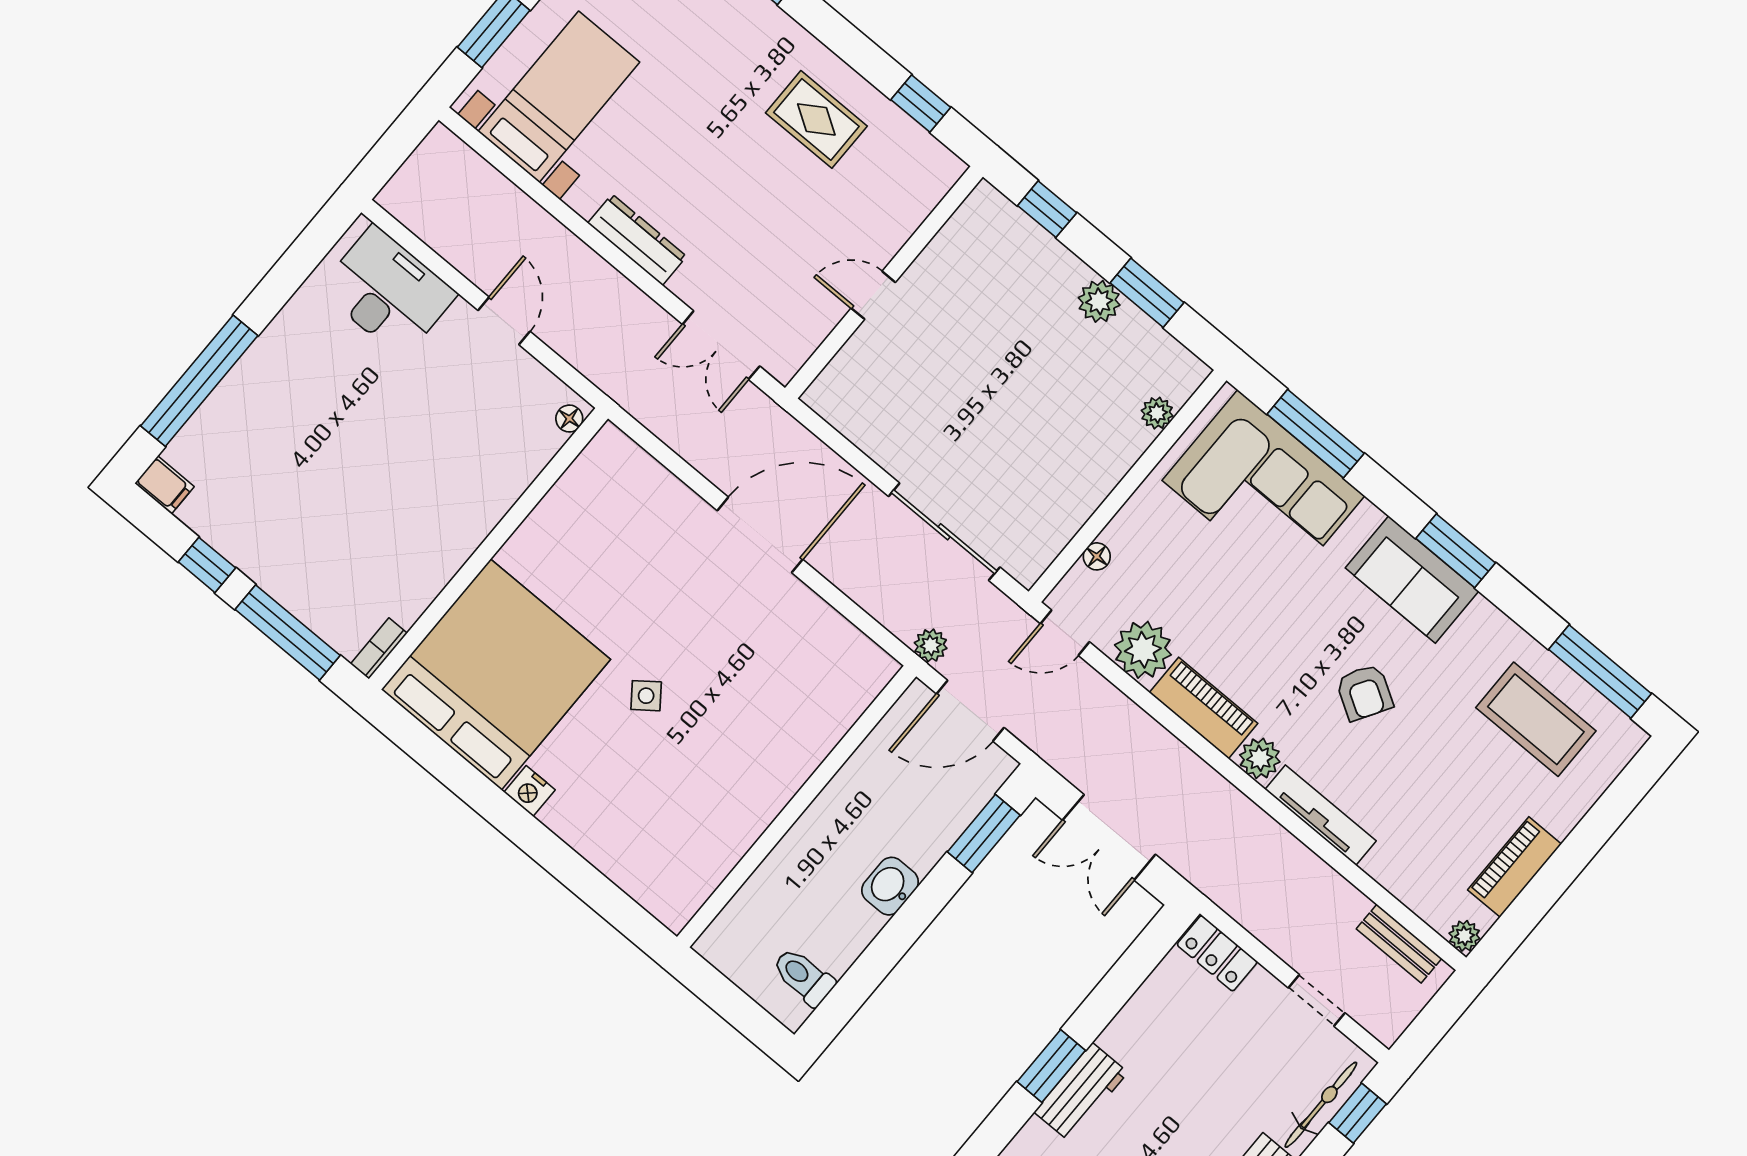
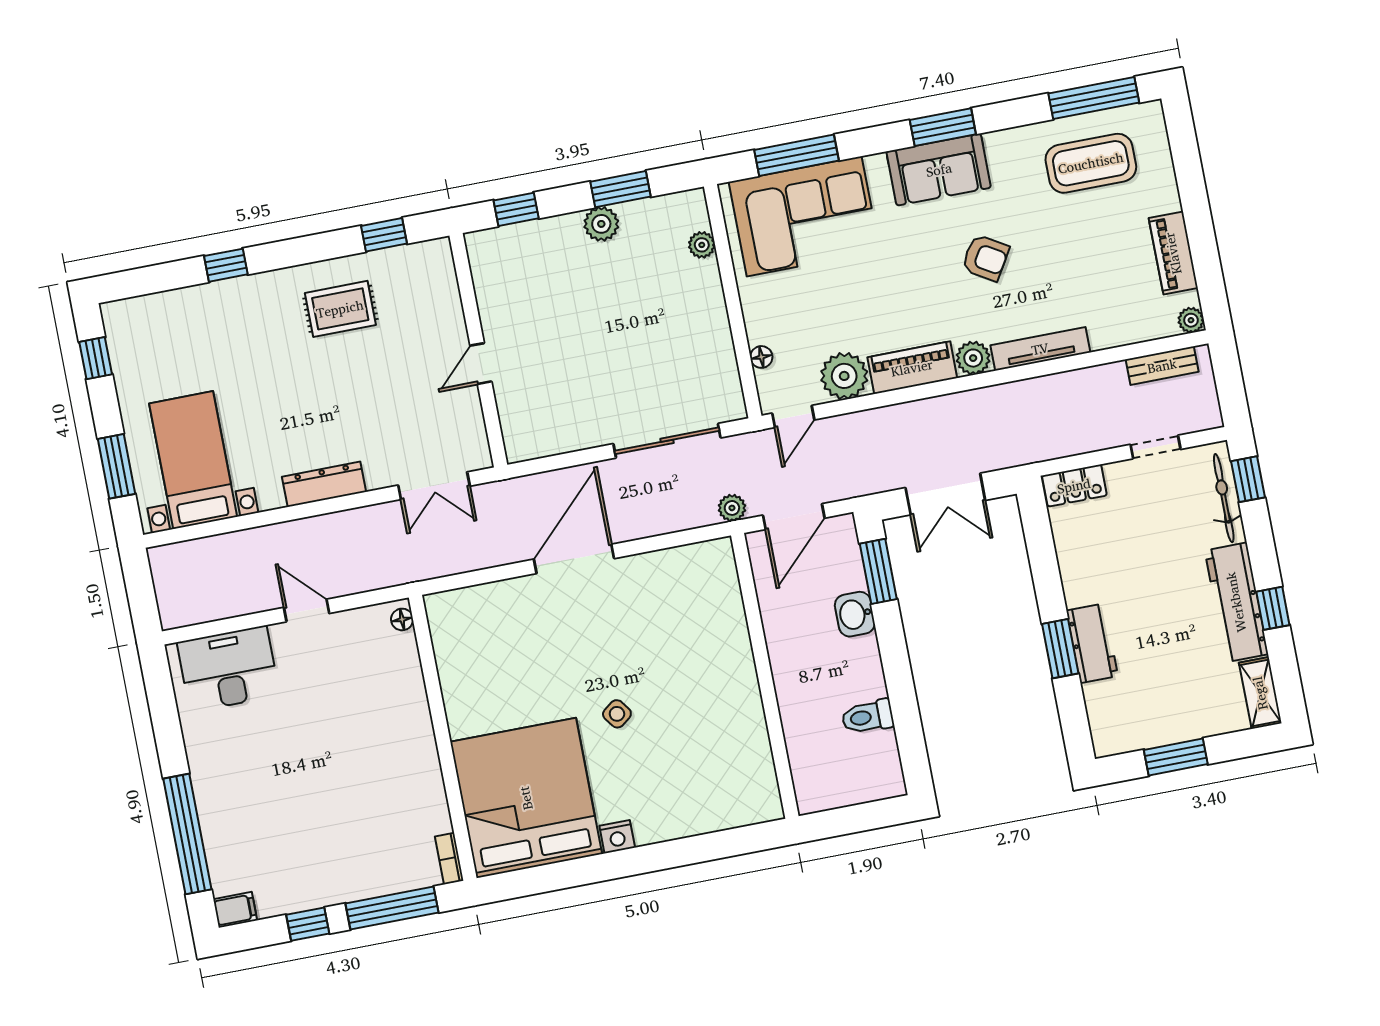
washbasin: (890, 886) -> (855, 614), moved
toilet: (803, 977) -> (868, 717), moved

